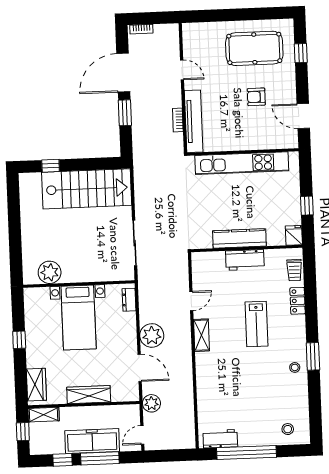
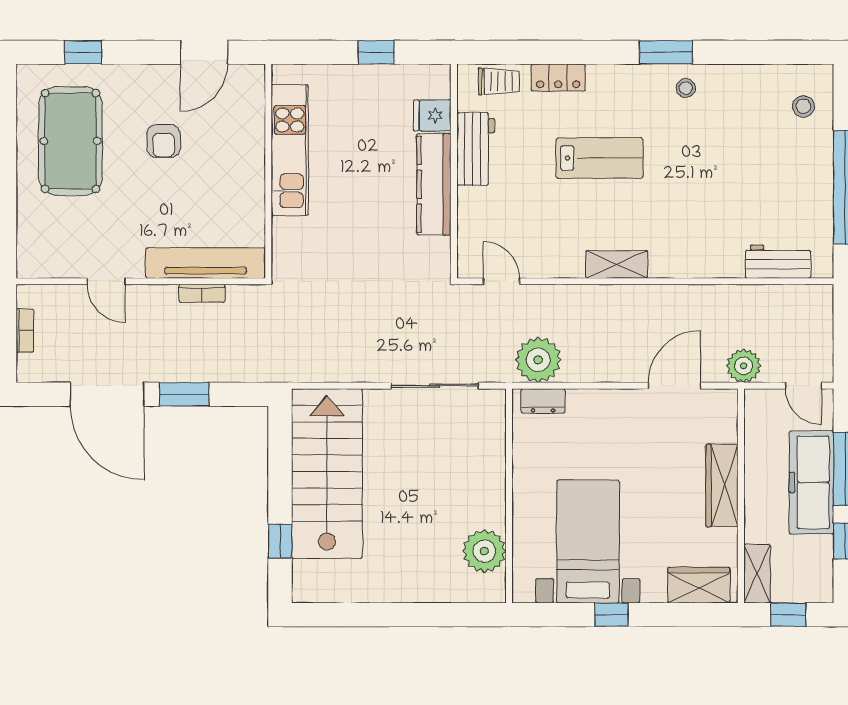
bookcase: (141, 29) -> (25, 331), moved
door: (182, 70) -> (106, 281), swing flipped
kitchen unit: (242, 163) -> (290, 150), width x0.73
fridge: (294, 235) -> (432, 115), moved
workbench: (245, 260) -> (476, 149), moved
door: (191, 301) -> (501, 281), moved
bed with nightstands: (79, 318) -> (588, 542), moved, turned -90
plant: (152, 335) -> (538, 360), moved
workbench: (220, 439) -> (778, 262), moved, turned 90

